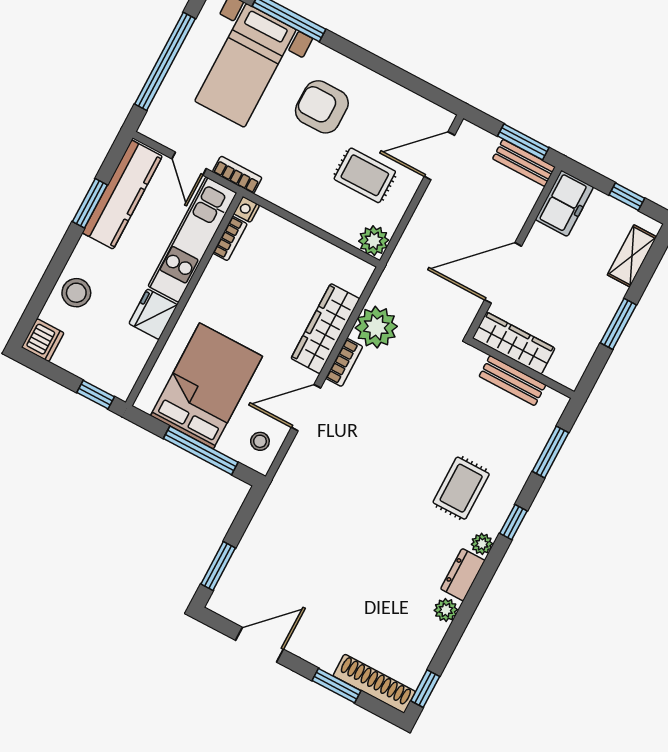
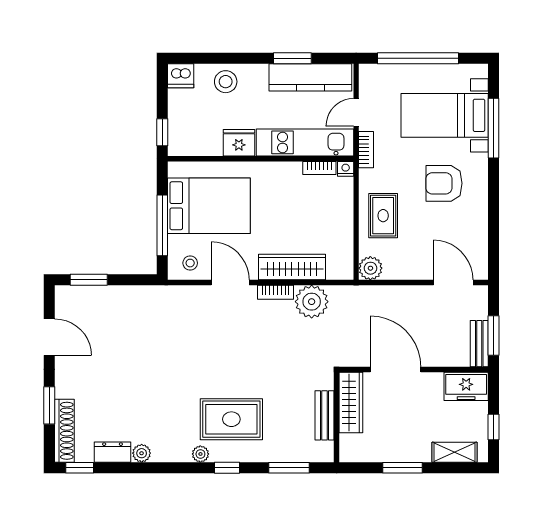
armchair: (322, 107) -> (444, 183), turned -90
rug: (365, 175) -> (383, 216), moved
rug: (461, 488) -> (231, 419), width x1.36, depth x1.43
dresser: (463, 575) -> (113, 452), moved

